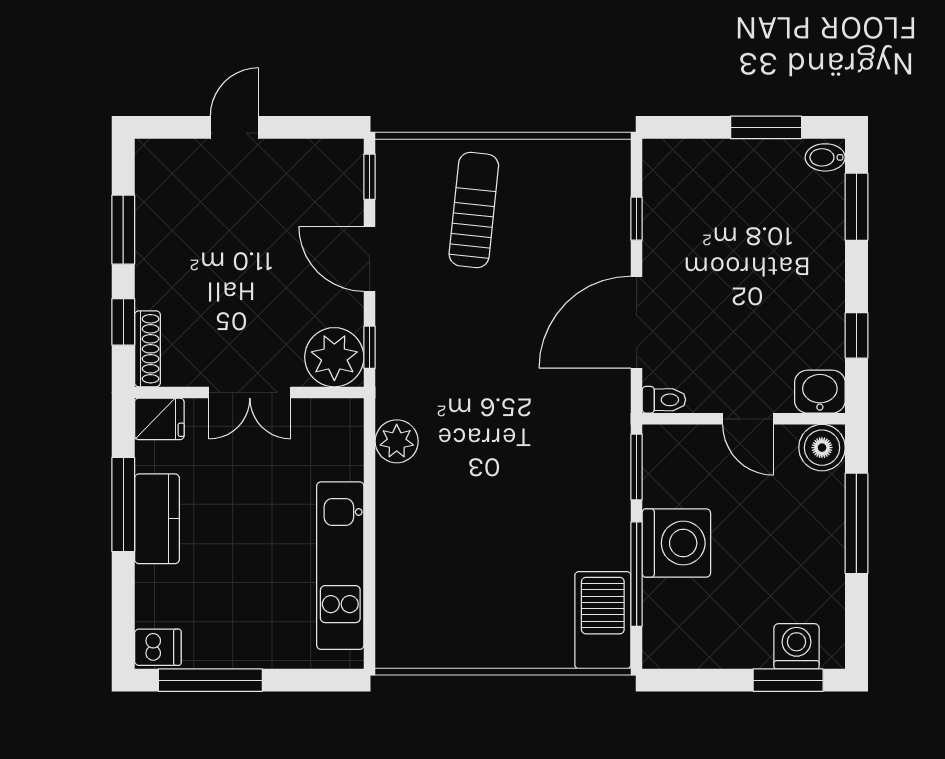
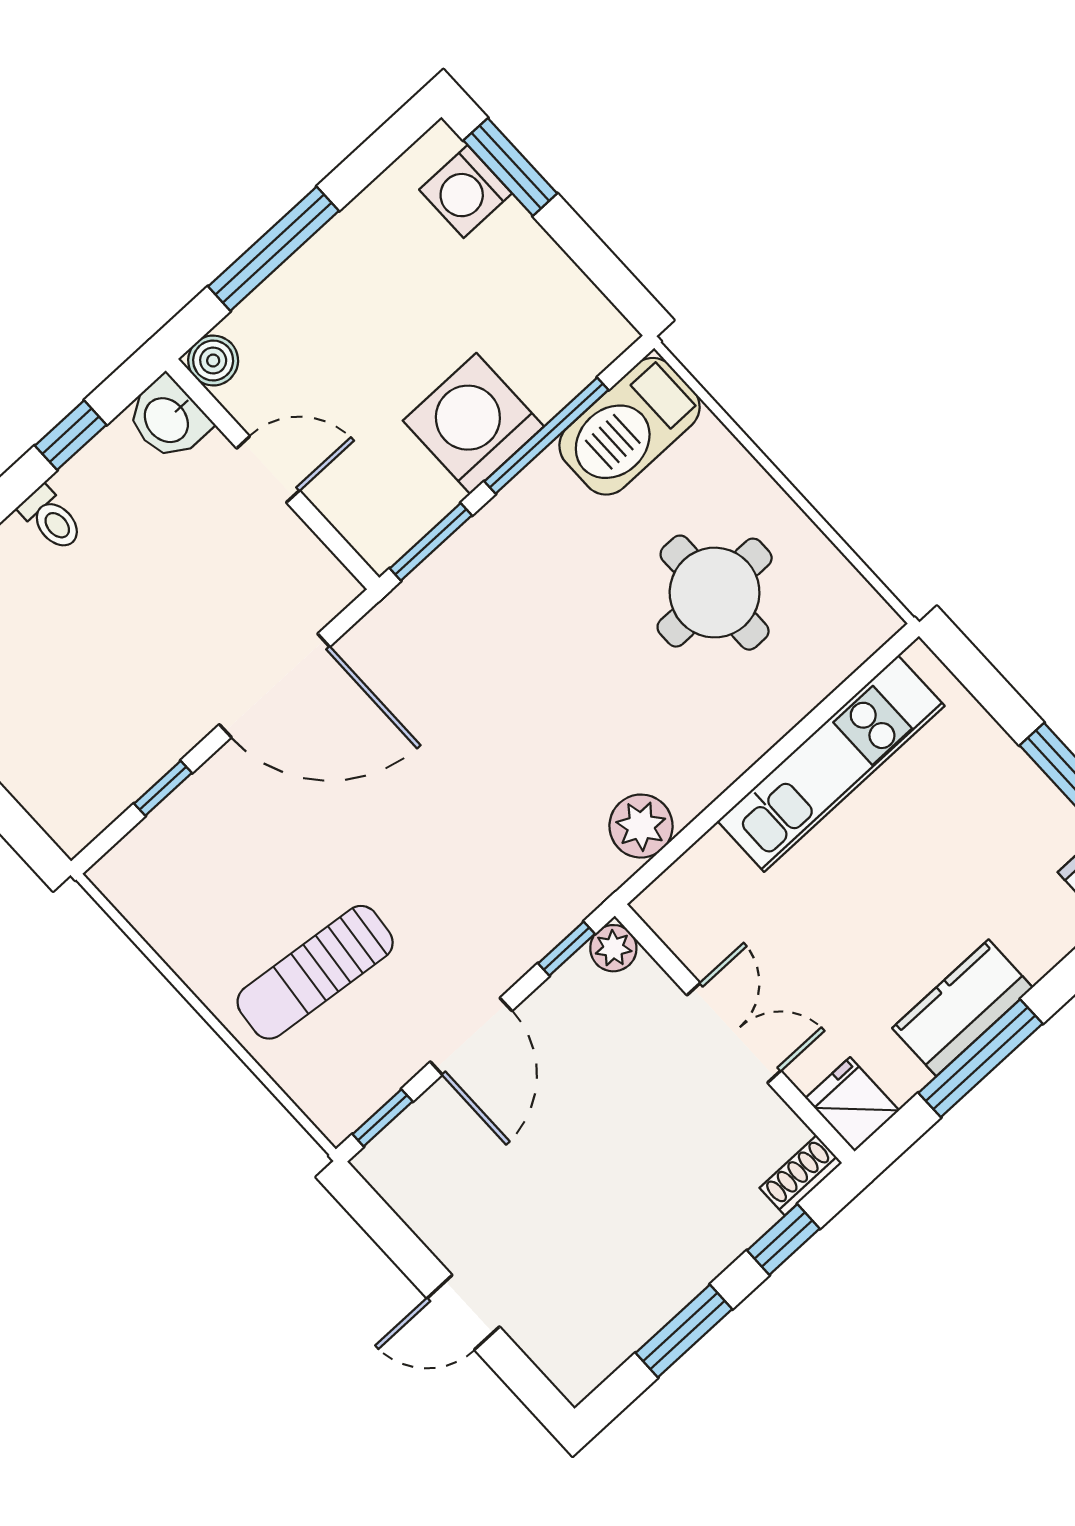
shoe rack: (147, 349) -> (801, 1175), width x0.70
plant: (334, 357) -> (613, 948), width x0.53, depth x0.53
toilet: (664, 400) -> (51, 519), moved, turned 180
door: (748, 419) -> (268, 469), hinge flipped
boiler: (822, 448) -> (213, 360), width x0.73, depth x0.73
round table: (480, 586) -> (715, 593), added

